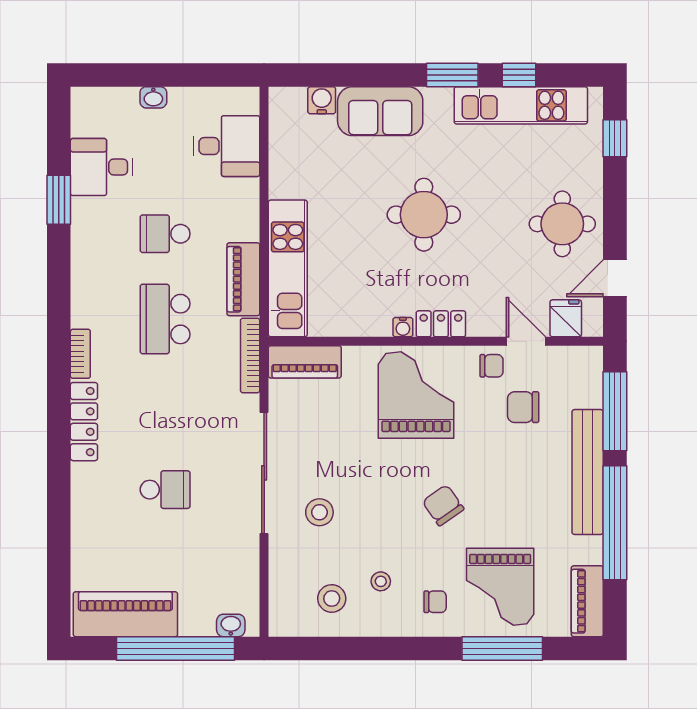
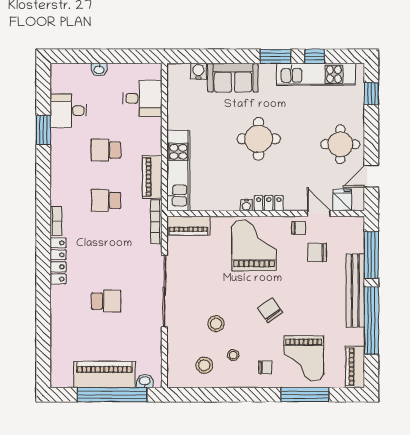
school desk: (165, 319) -> (106, 200), width x0.54
stool: (319, 512) -> (216, 324), moved
piano: (125, 614) -> (104, 374), moved

